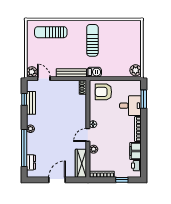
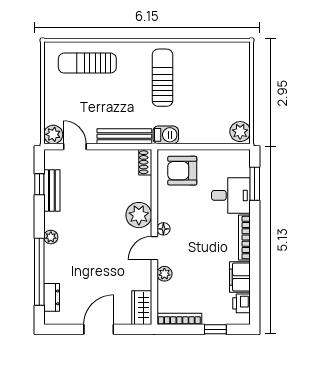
plant: (79, 117) -> (139, 215), added
wardrobe: (81, 163) -> (142, 308), width x0.67

